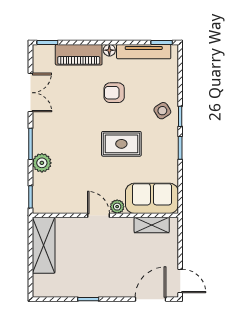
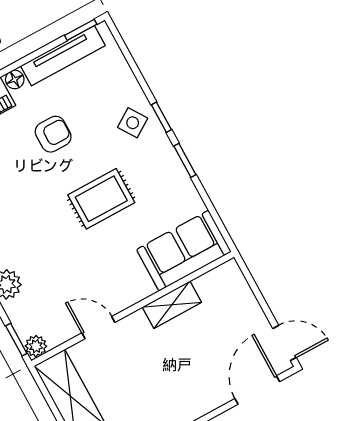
armchair: (114, 93) -> (53, 134), turned 180
plant: (117, 207) -> (36, 346), moved
door: (98, 215) -> (98, 328), moved
shelving: (152, 225) -> (172, 305), moved

